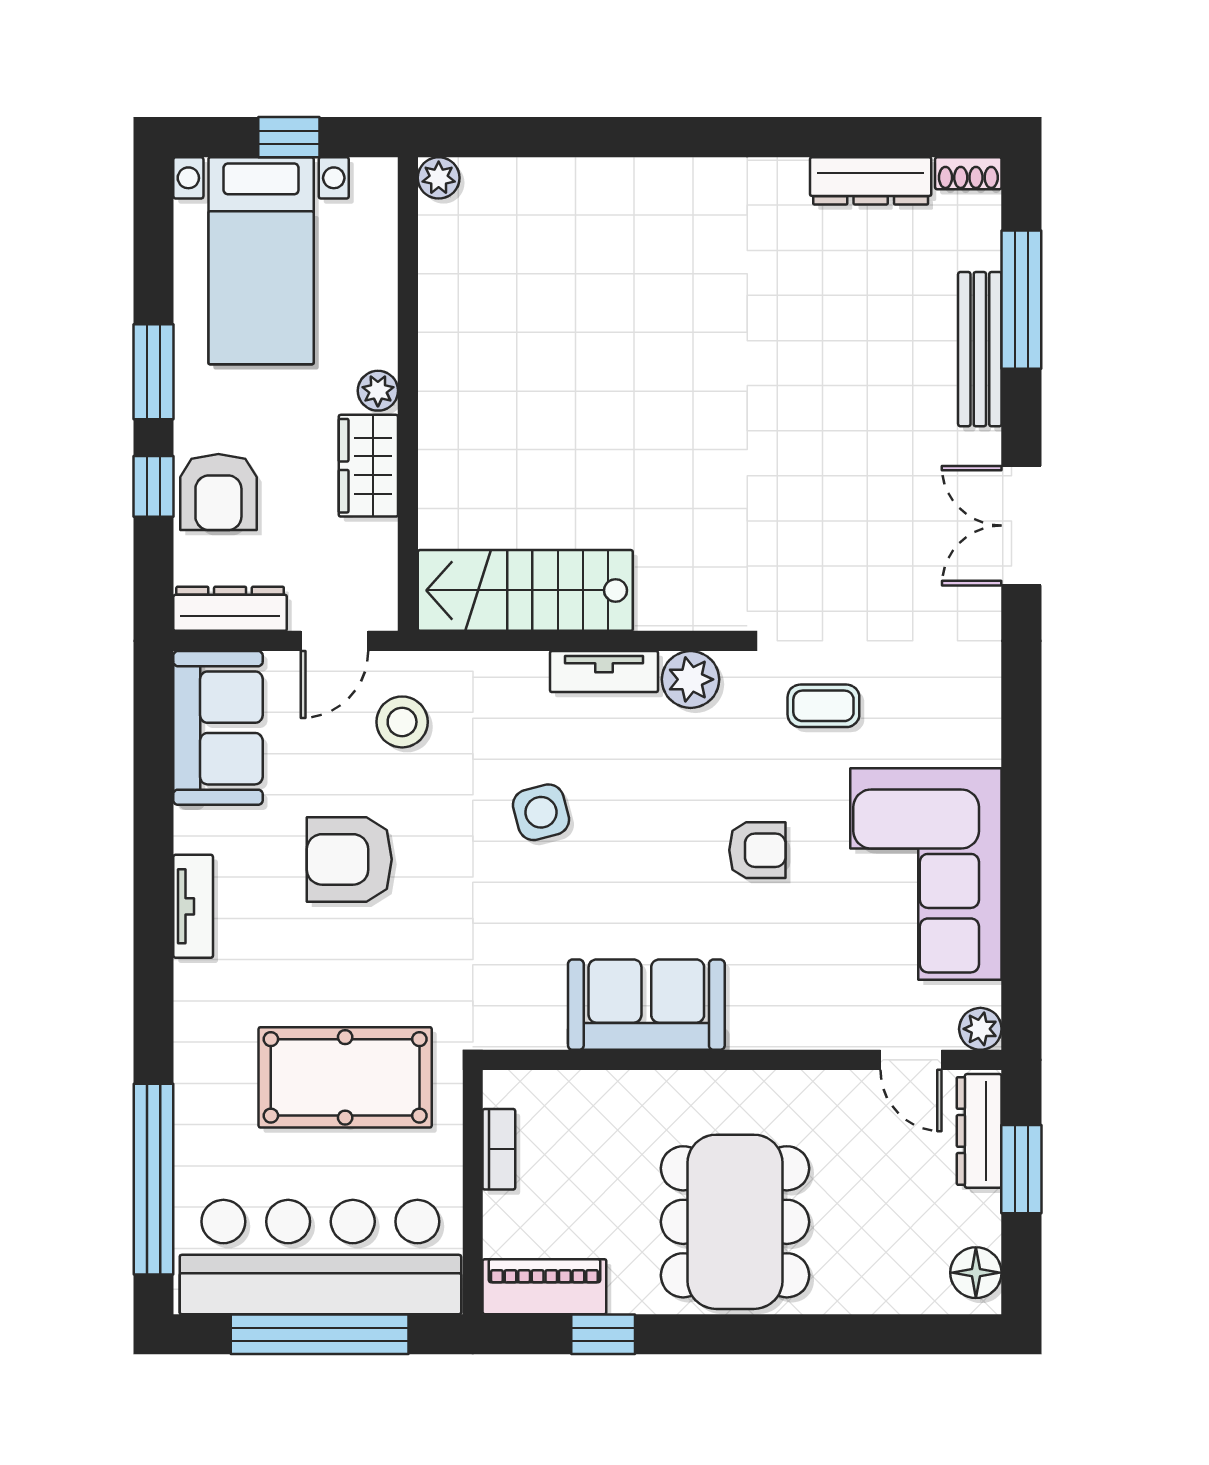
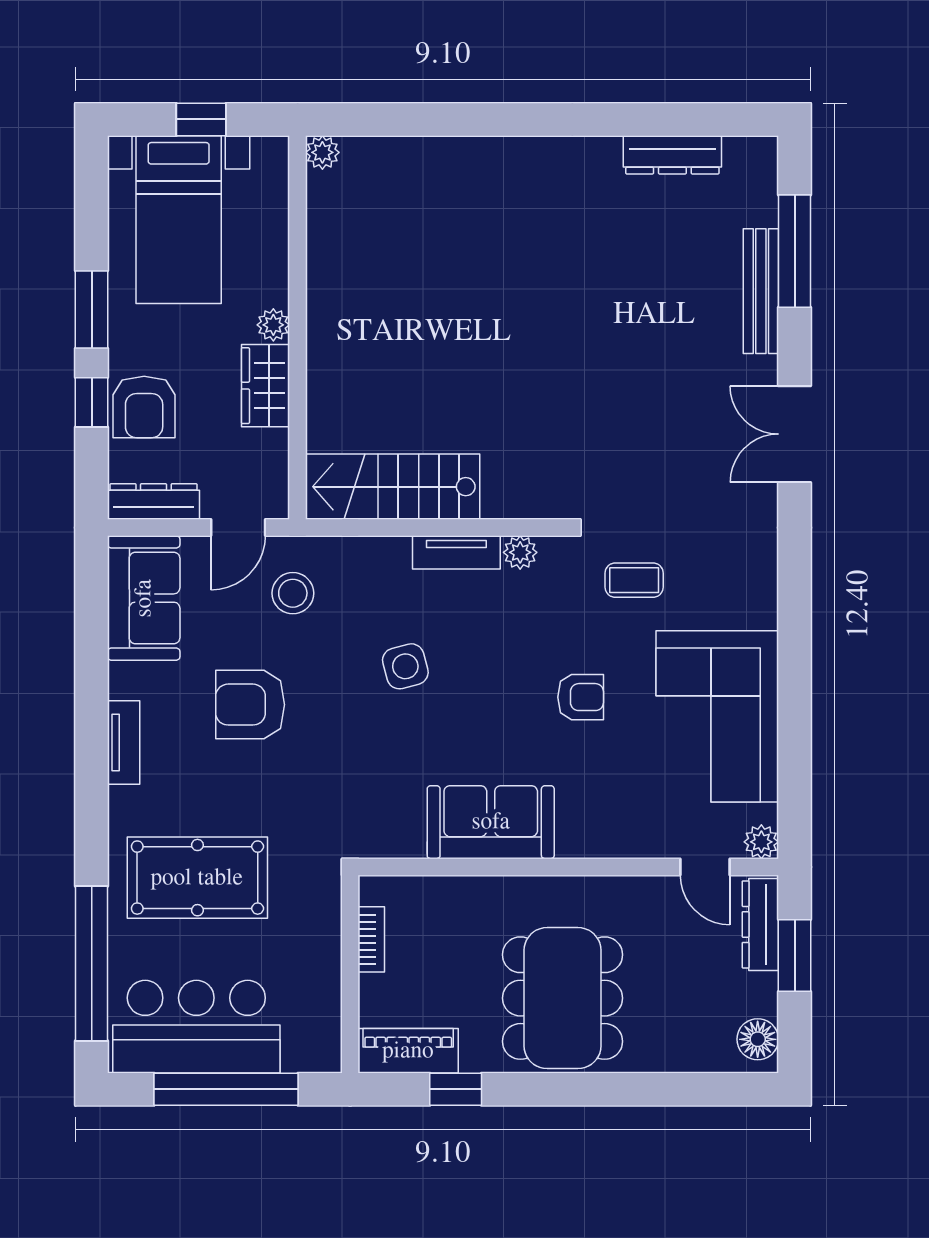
shoe rack: (968, 173) -> (752, 149), removed
plant: (691, 679) -> (520, 552), width x0.73, depth x0.73
pool table: (345, 1077) -> (197, 878), moved
bar counter: (320, 1257) -> (196, 1027), width x0.73

